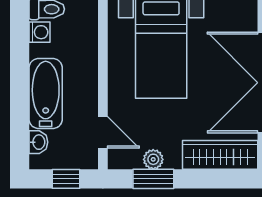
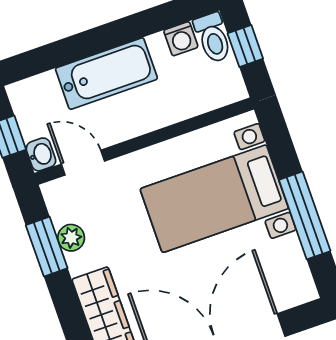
door: (103, 132) -> (83, 163), swing flipped
washbasin: (38, 142) -> (41, 154), moved, turned -90

